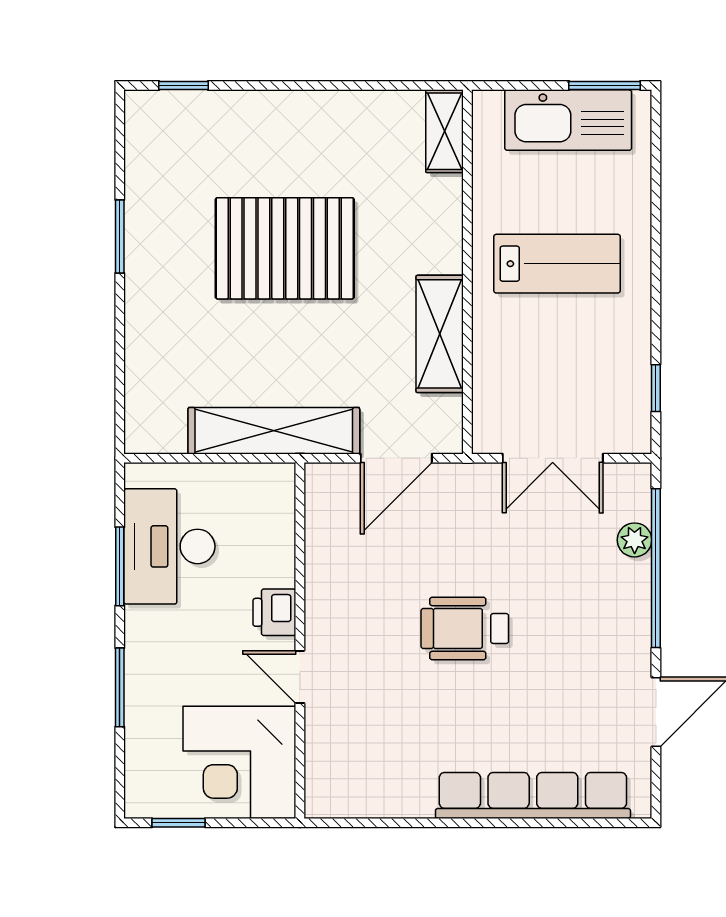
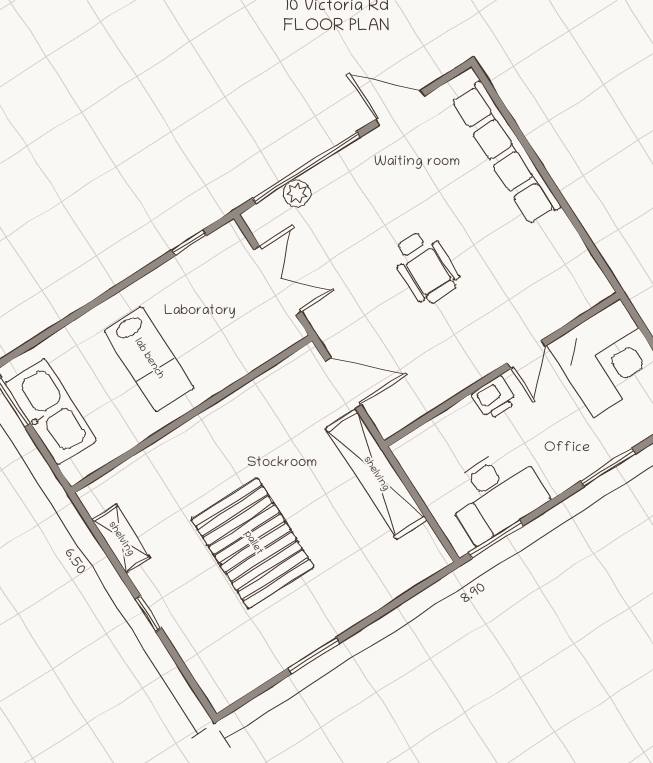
window: (183, 86) -> (148, 614), moved
shelving: (445, 131) -> (121, 539), moved, turned 90
lab bench: (557, 264) -> (149, 359), turned 180
shelving: (440, 334) -> (244, 406), removed
window: (120, 566) -> (496, 539), moved

